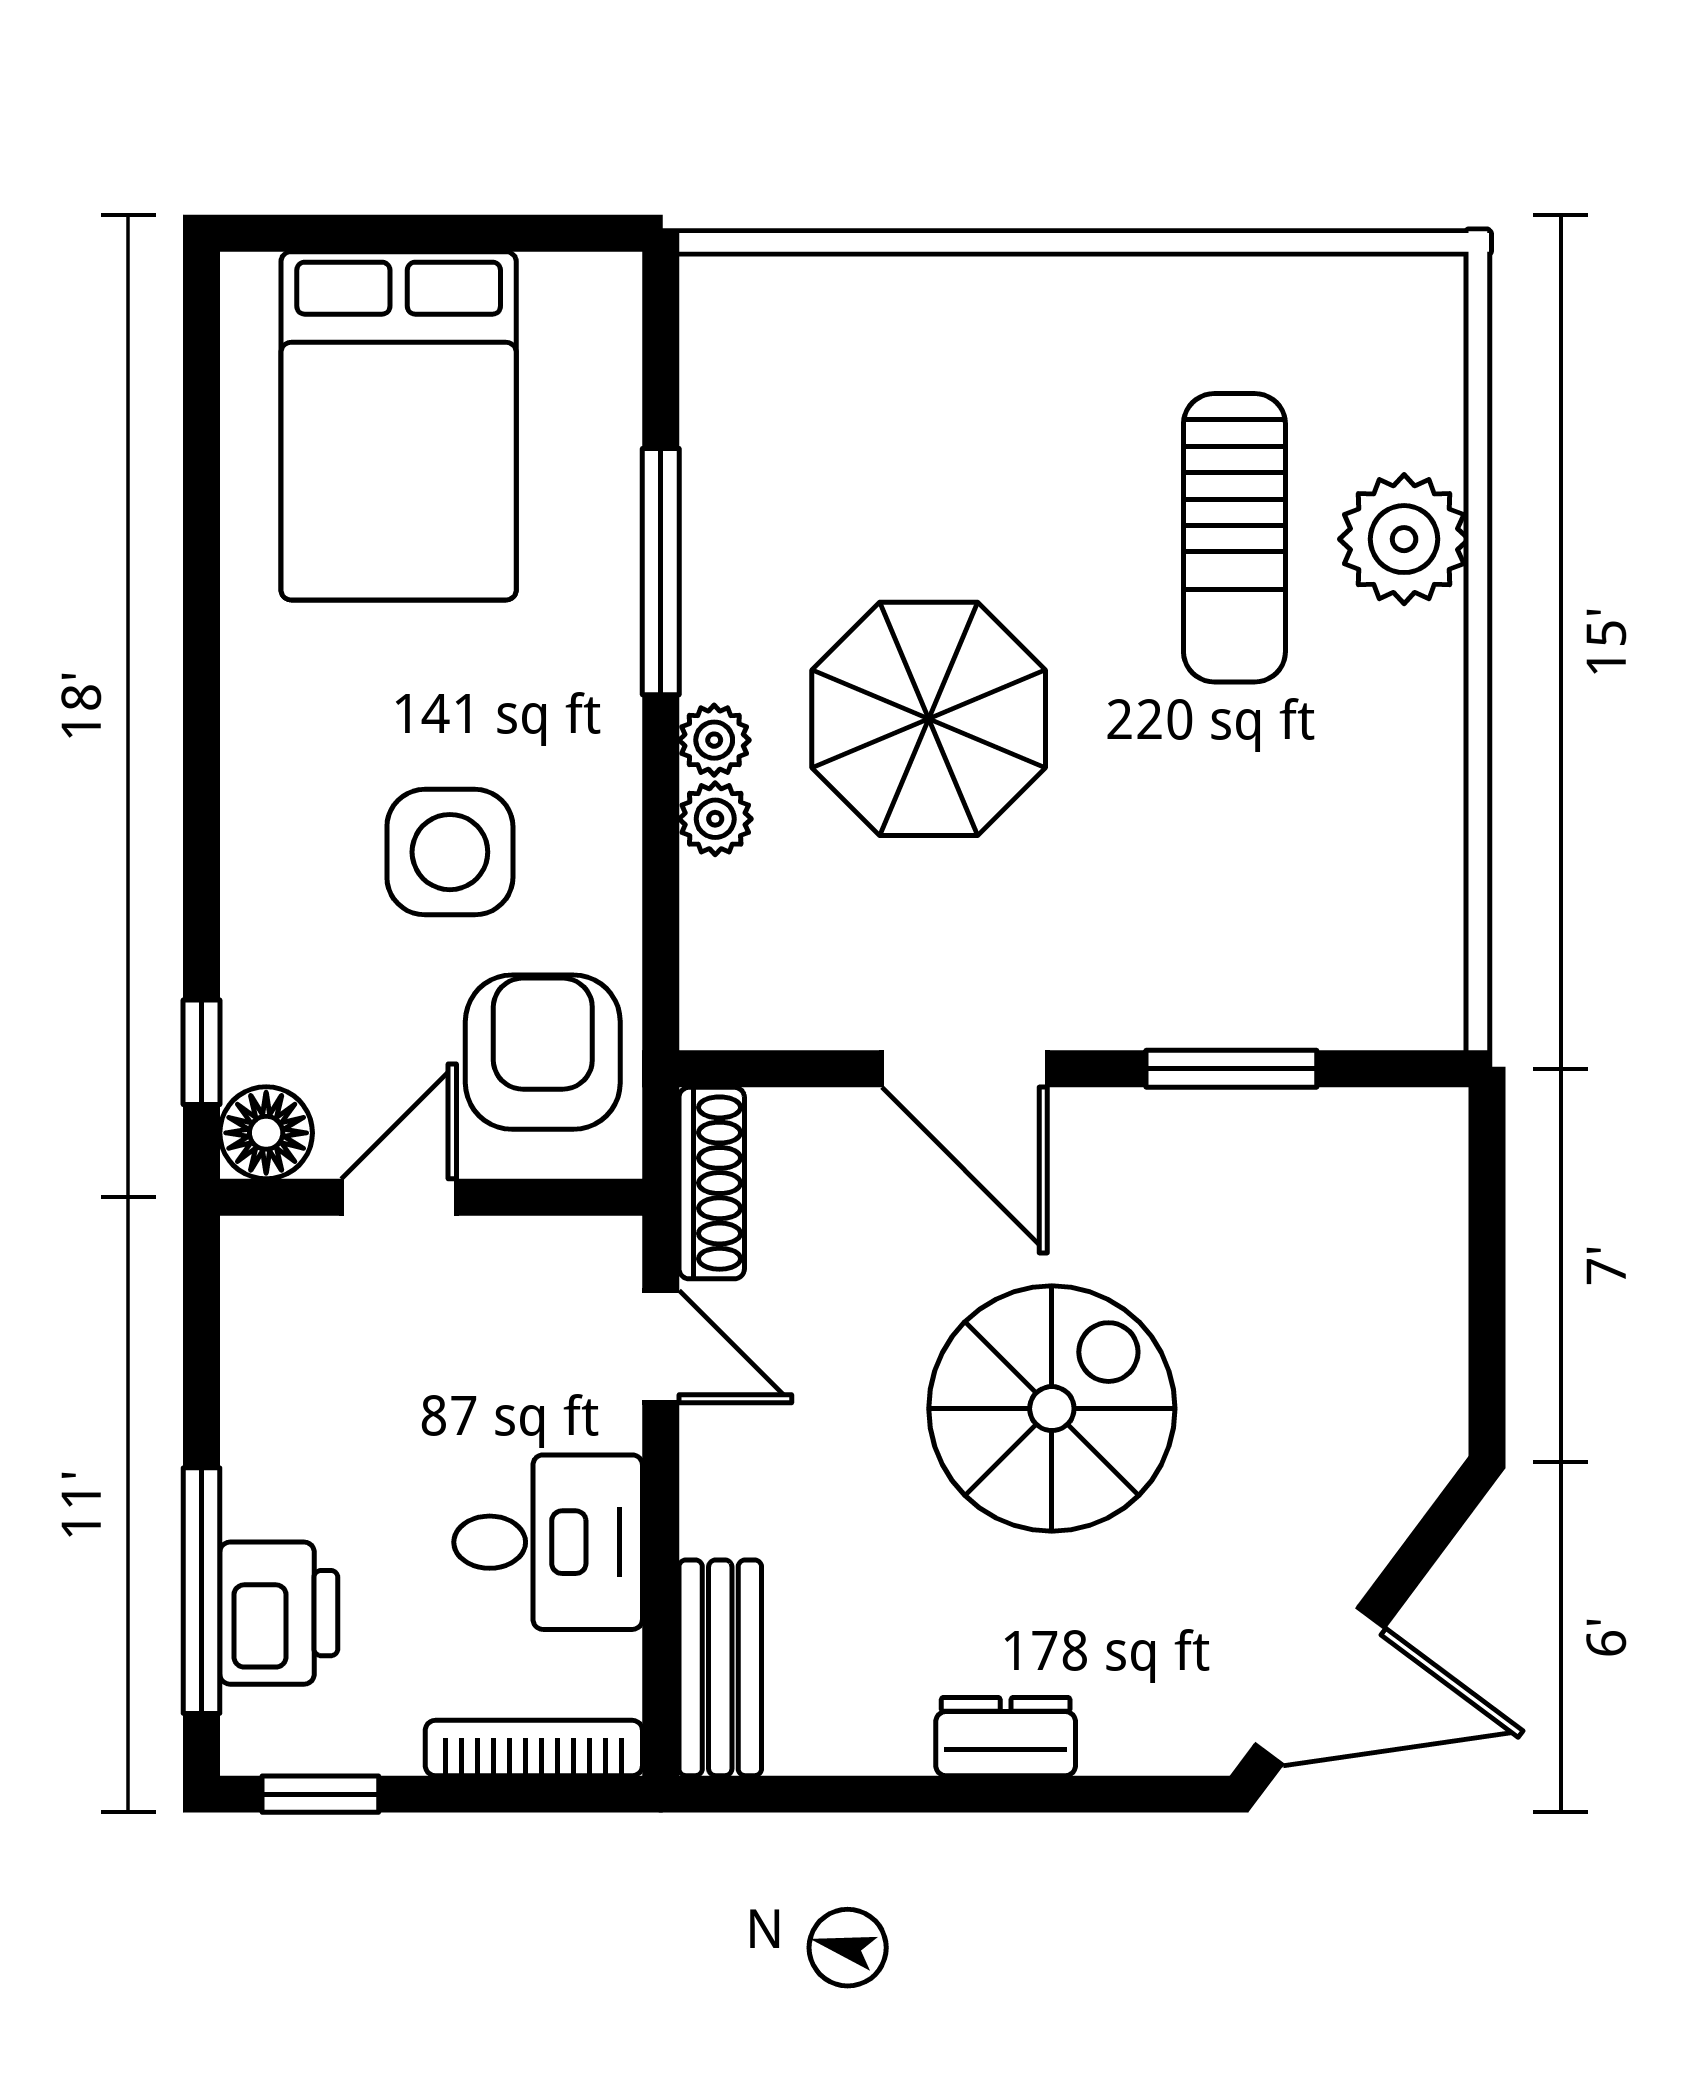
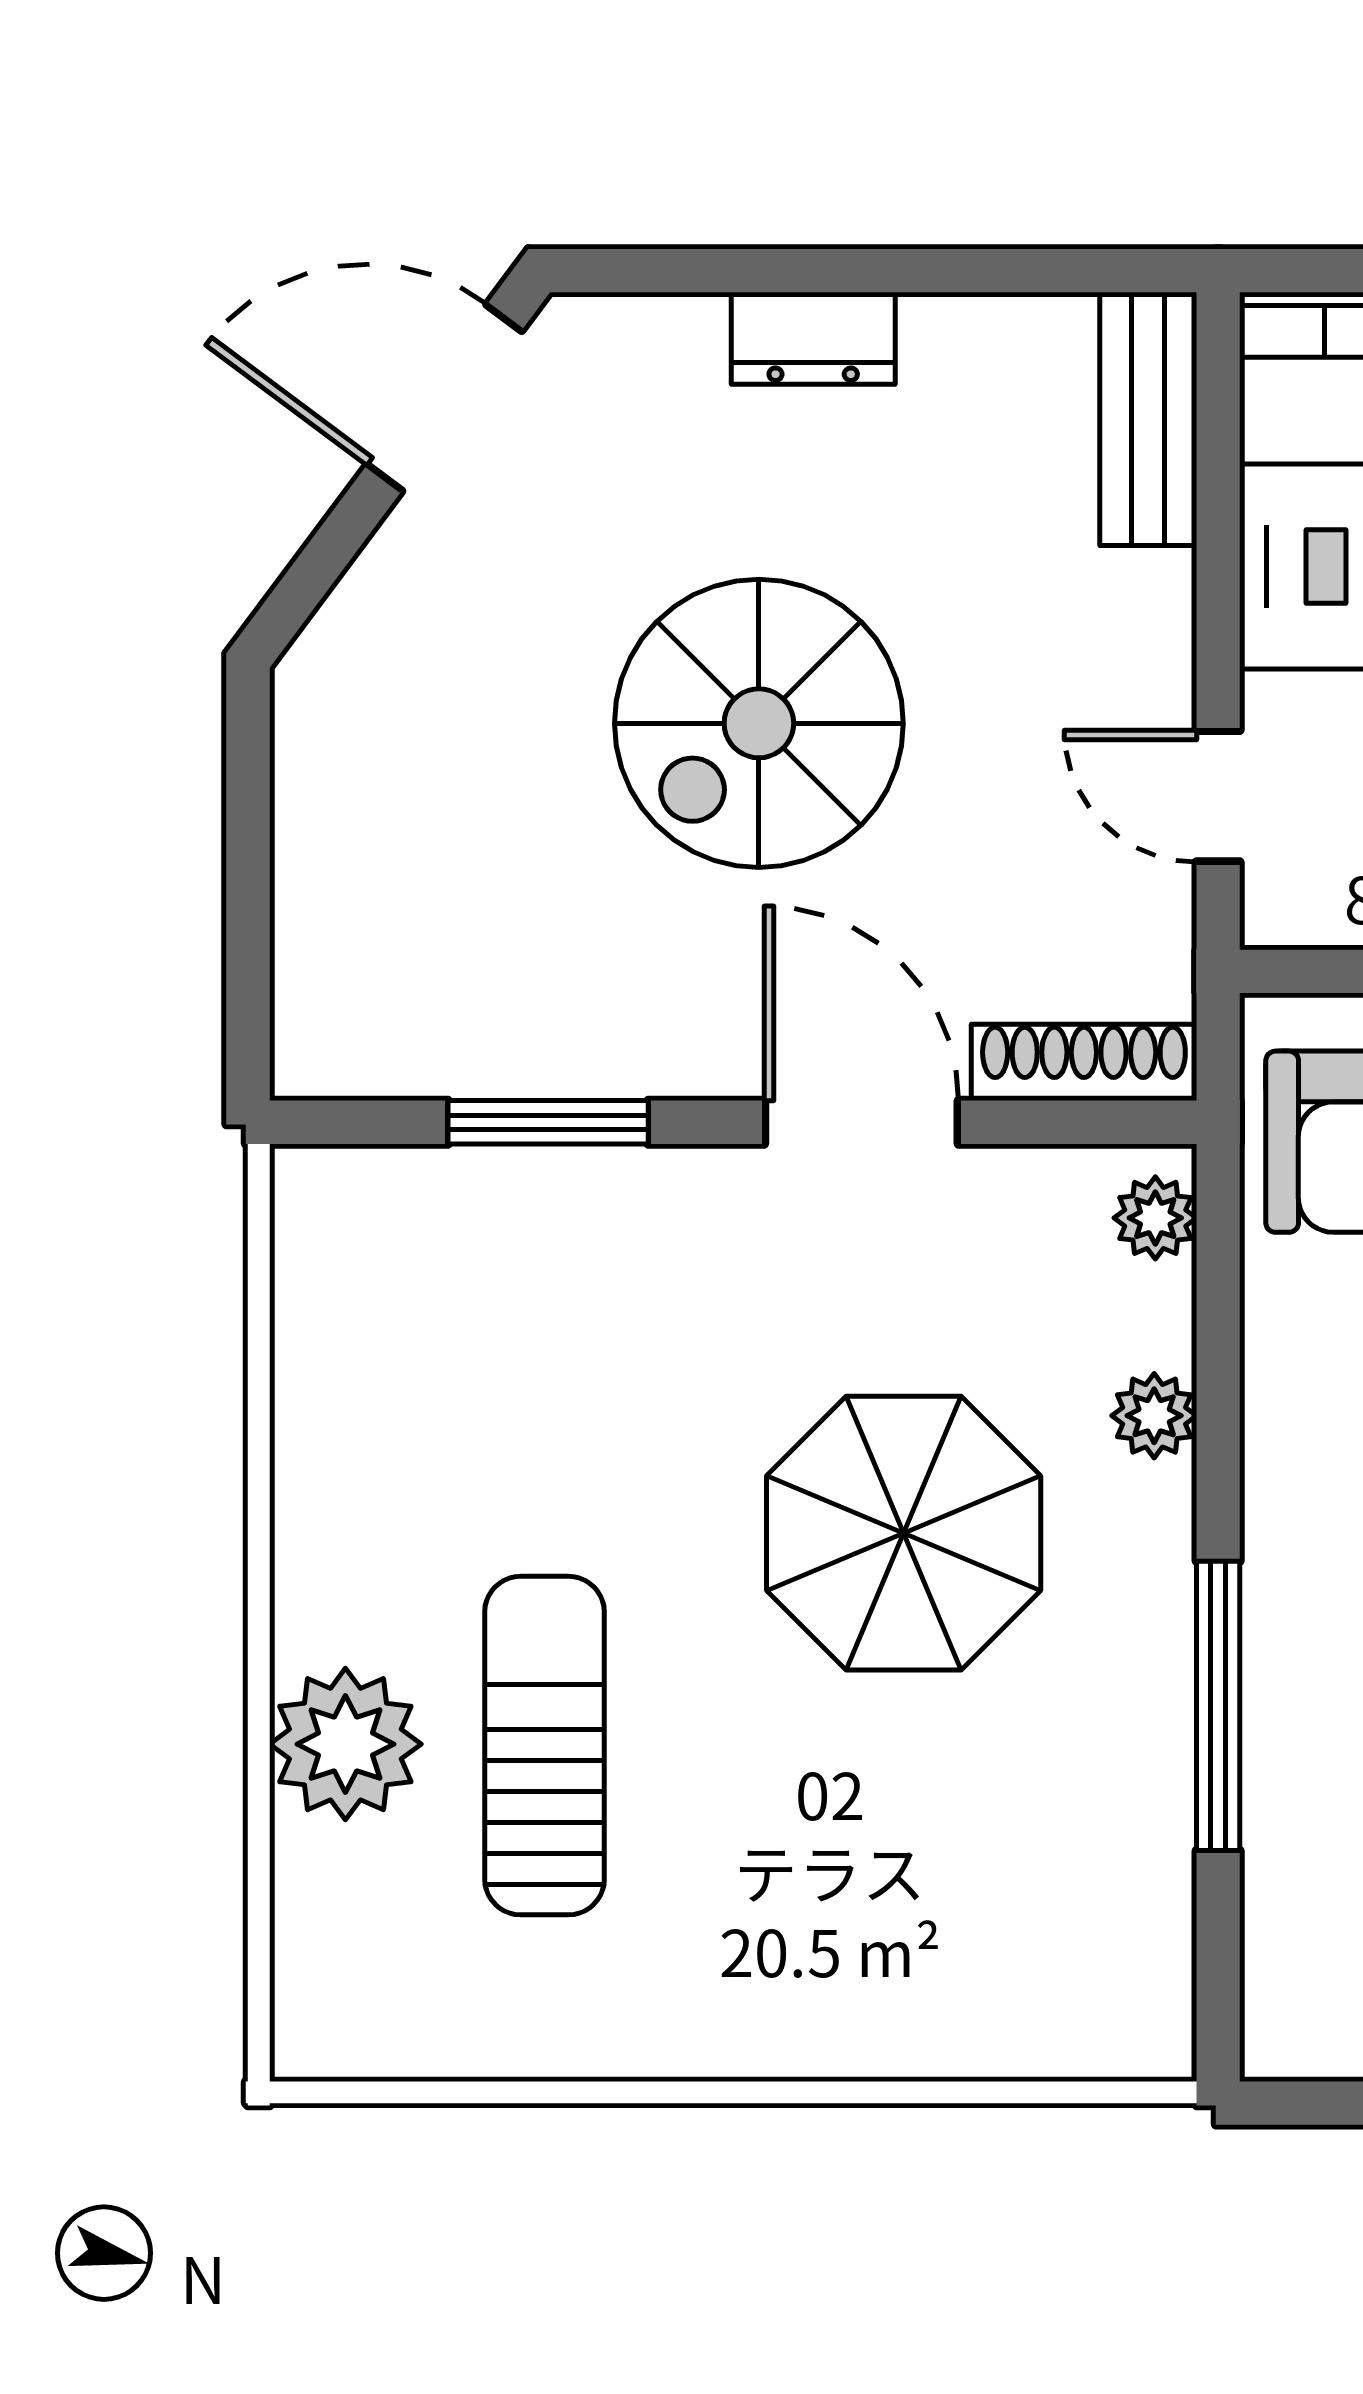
plant: (714, 740) -> (1155, 1218), moved
shoe rack: (712, 1183) -> (1084, 1062), moved, turned 90

